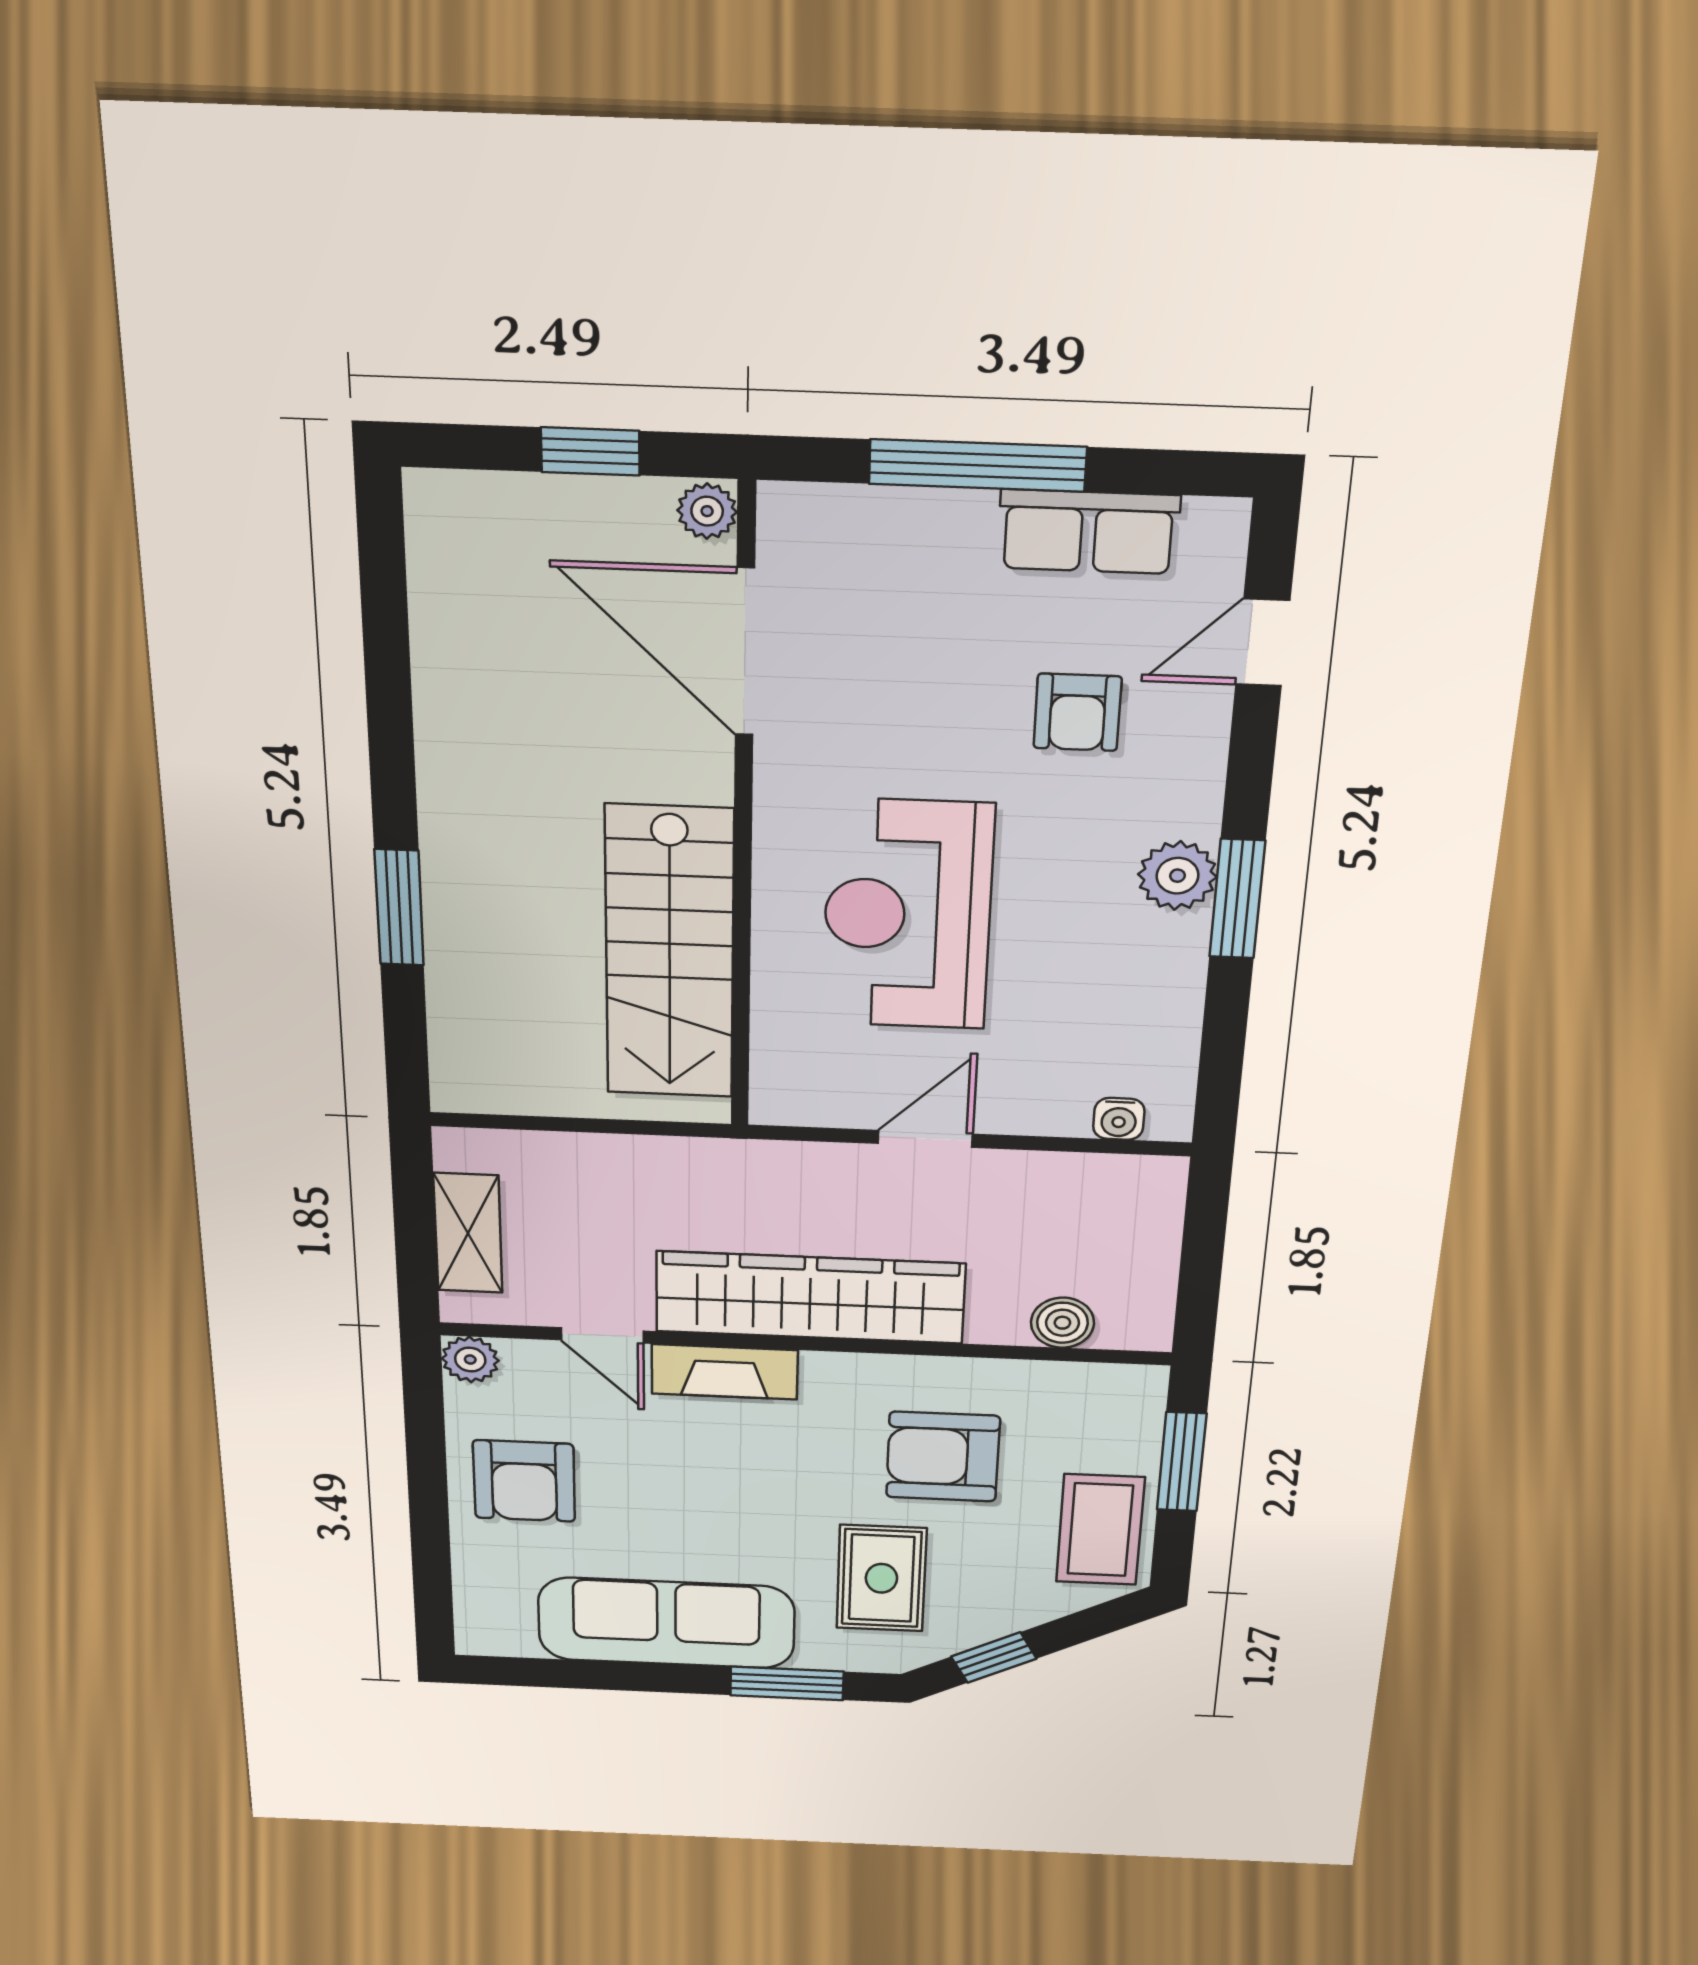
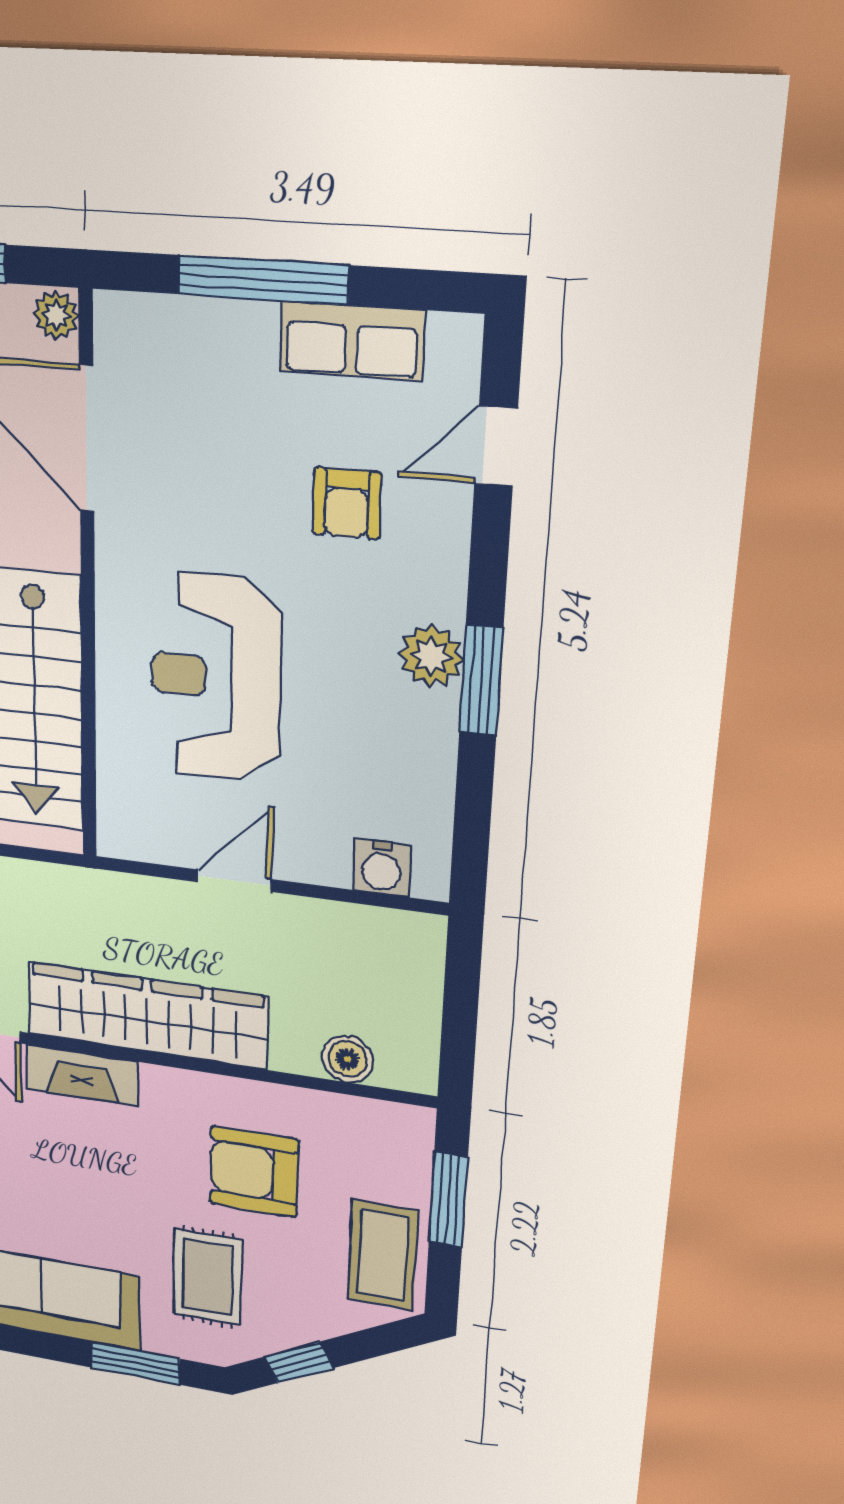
water cooler: (1119, 1119) -> (381, 868), width x1.38, depth x1.38

